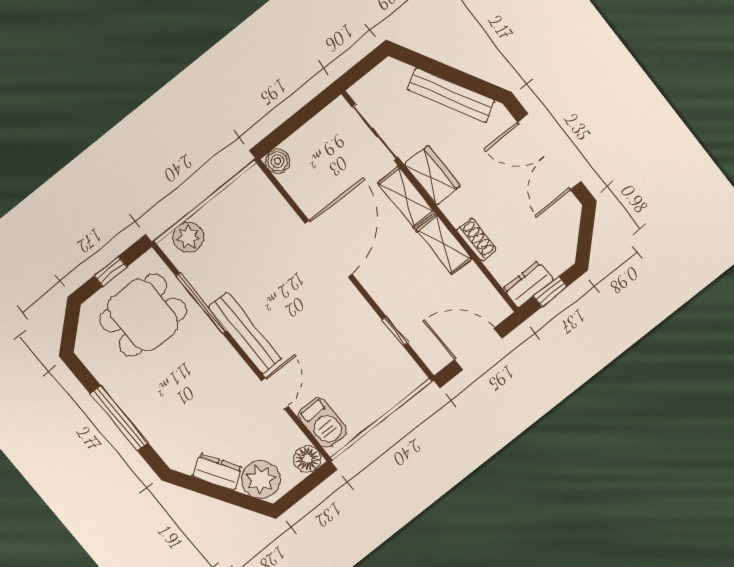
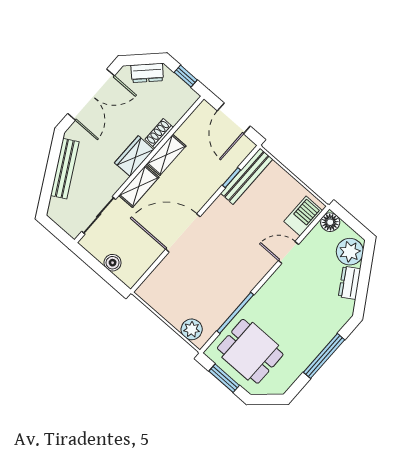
boiler: (278, 161) -> (113, 263), moved
wardrobe: (432, 175) -> (134, 156), moved
window: (110, 271) -> (224, 378), width x1.50
dresser: (528, 284) -> (147, 73), moved, turned -45
bench: (245, 333) -> (247, 176), moved

